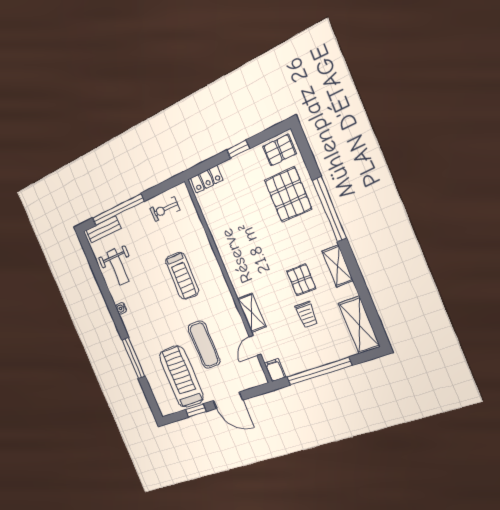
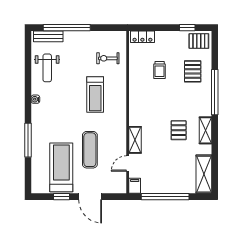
window: (238, 149) -> (187, 28), moved
pallet: (288, 195) -> (193, 71), width x0.67, depth x0.71
exercise bike: (165, 209) -> (108, 58), moved
trolley: (307, 315) -> (160, 70), moved

